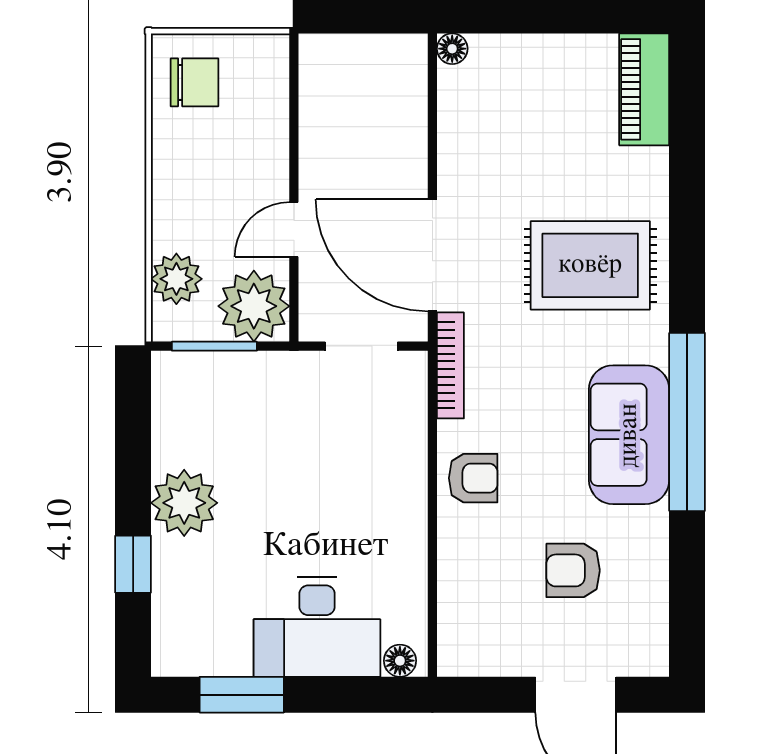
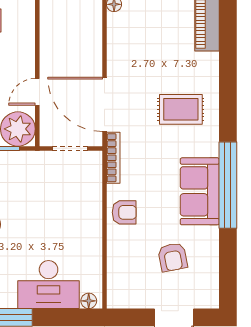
rug: (590, 265) -> (181, 109), width x0.73, depth x0.70
armchair: (573, 570) -> (173, 257), turned -101

